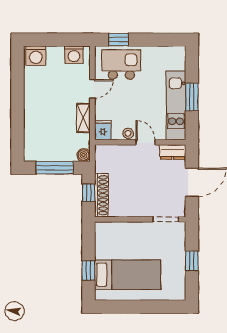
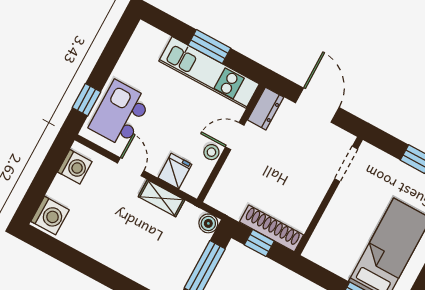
fridge: (103, 130) -> (175, 171), moved, turned 90

